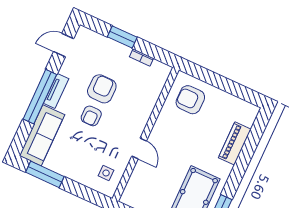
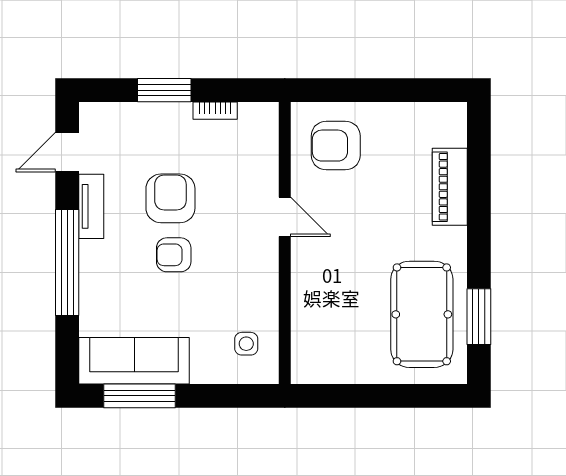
tv unit: (56, 91) -> (91, 206), moved
armchair: (91, 116) -> (174, 255), turned 90
sofa: (42, 135) -> (134, 361), moved, turned -90
door: (139, 148) -> (285, 217), moved

